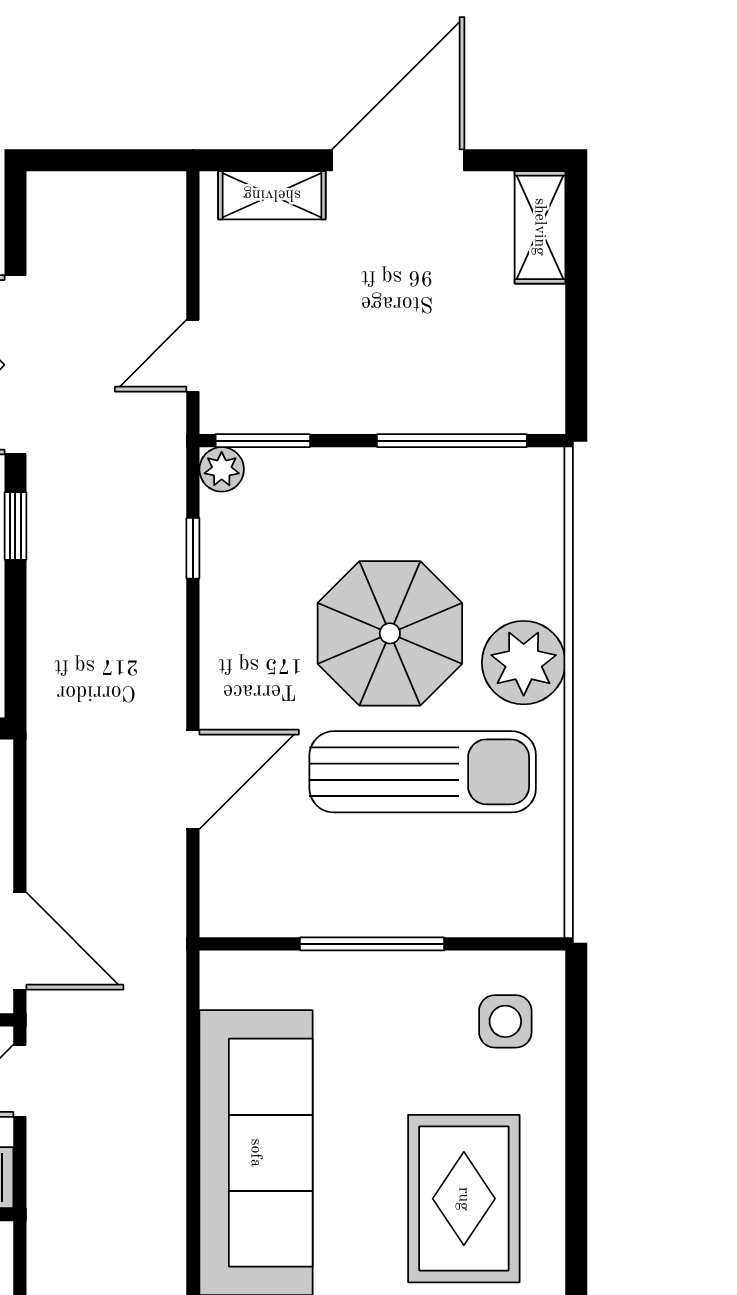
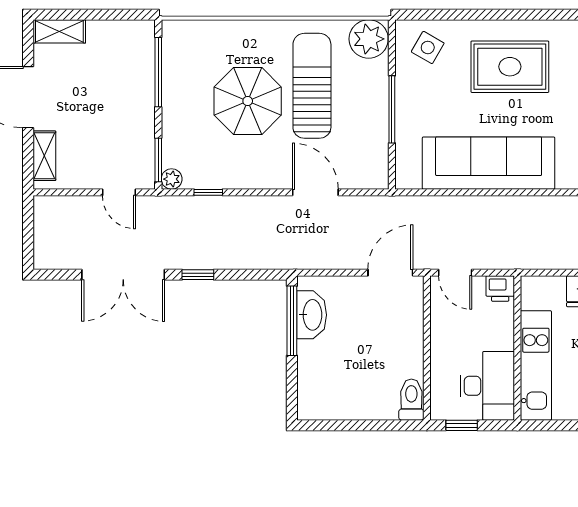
plant: (524, 663) -> (369, 39), moved
side table: (505, 1021) -> (428, 47), turned 30

